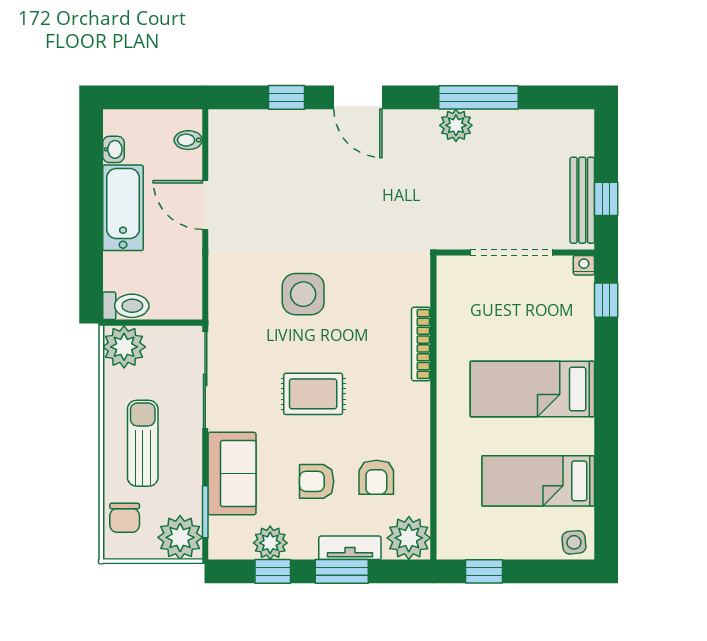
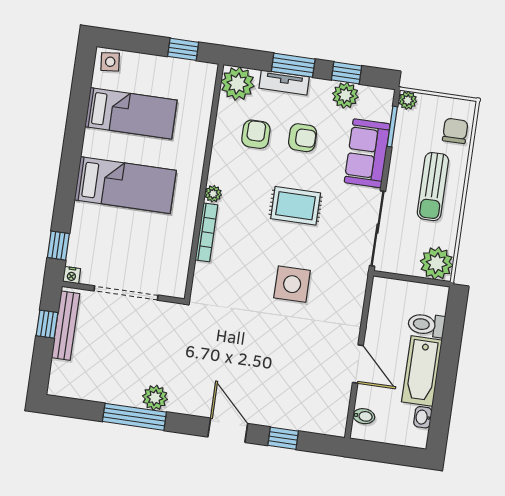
toilet: (126, 306) -> (426, 325), moved
plant: (420, 394) -> (213, 194), added
plant: (180, 537) -> (408, 100), width x0.53, depth x0.53

